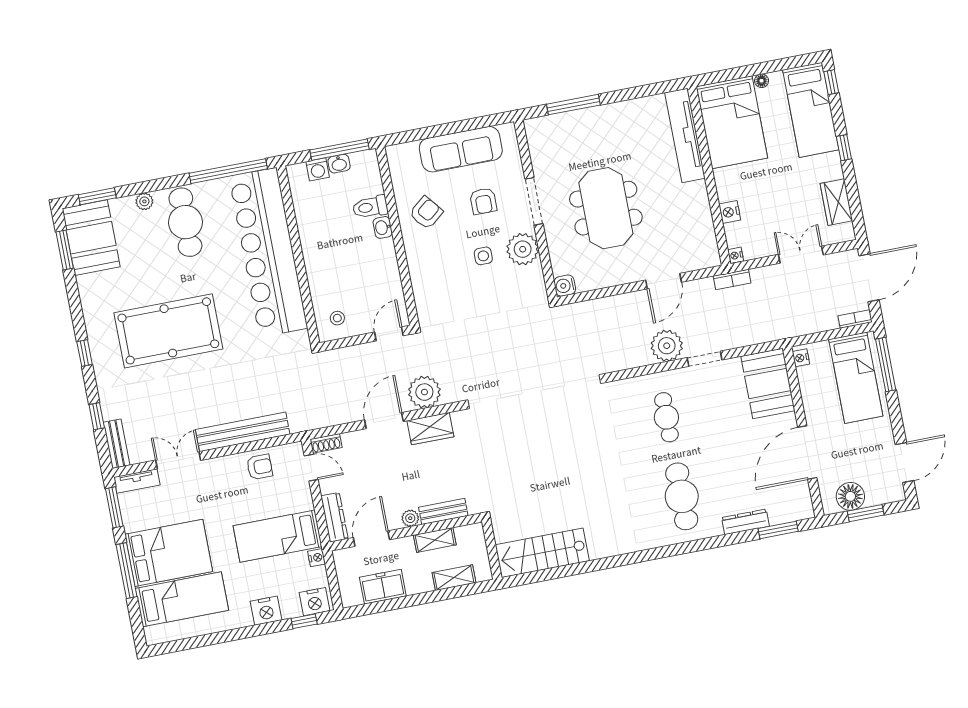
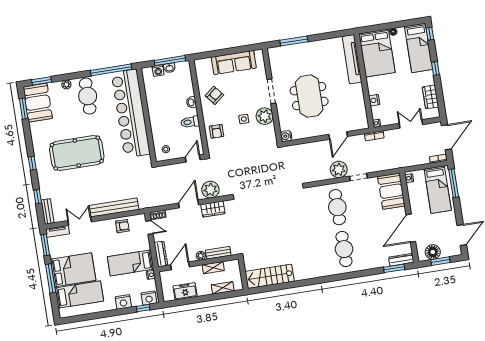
armchair: (483, 201) -> (217, 131), moved
toilet: (370, 207) -> (190, 122), moved
cafe table: (666, 417) -> (337, 207), width x1.37, depth x1.35
dresser: (745, 522) -> (401, 260), moved

